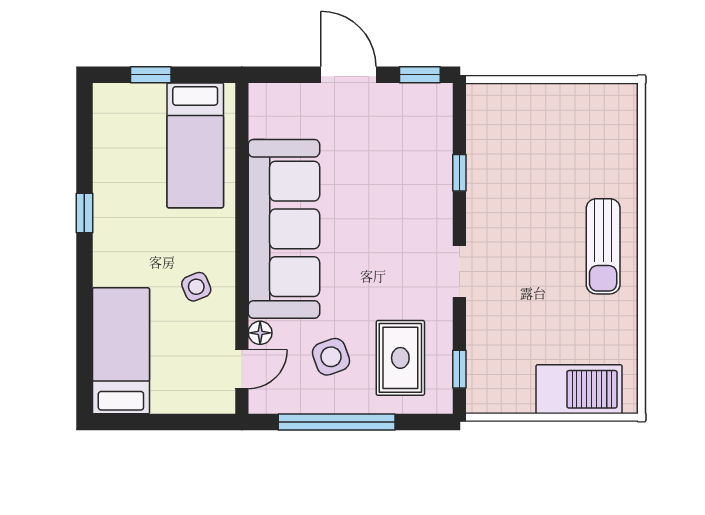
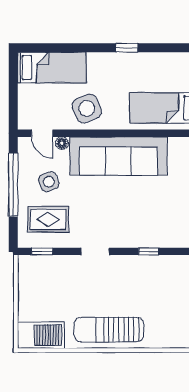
sun lounger: (603, 246) -> (109, 330), width x1.36, depth x1.34
side table: (196, 287) -> (87, 108), width x1.87, depth x1.87
barbecue: (579, 389) -> (41, 335), moved, turned -90

